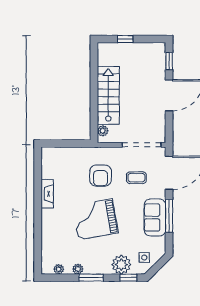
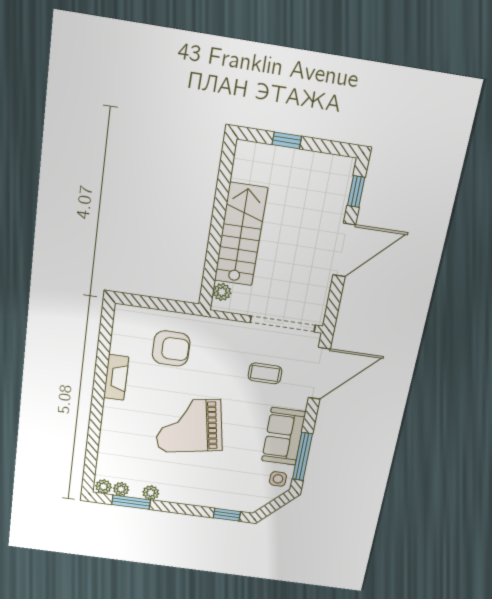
armchair: (100, 176) -> (171, 348), moved, turned -90
window: (169, 216) -> (302, 456), moved
side table: (144, 258) -> (278, 479), moved
plant: (121, 265) -> (103, 487), moved, width x0.53, depth x0.53
window: (91, 278) -> (131, 502), moved

